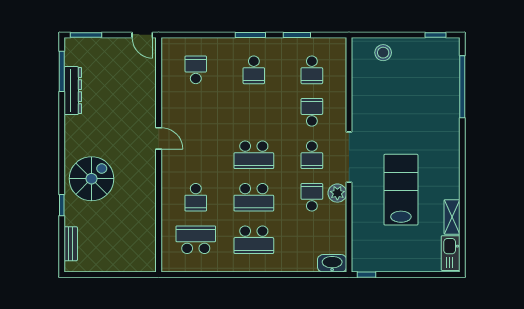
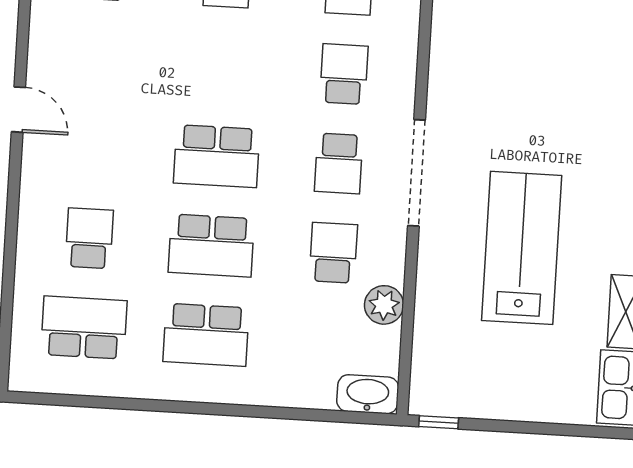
plant: (337, 193) -> (384, 305), moved
school desk: (196, 197) -> (89, 238), turned 180

